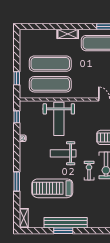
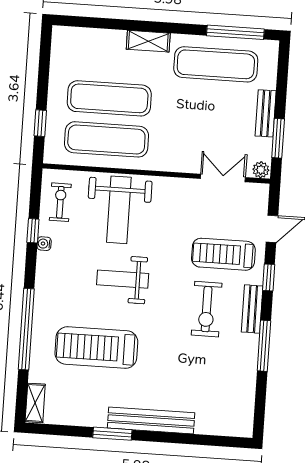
window: (17, 117) -> (33, 231), moved
exercise bike: (89, 171) -> (60, 202), moved
window: (17, 181) -> (26, 329), width x2.11
bench: (66, 223) -> (151, 420), moved

